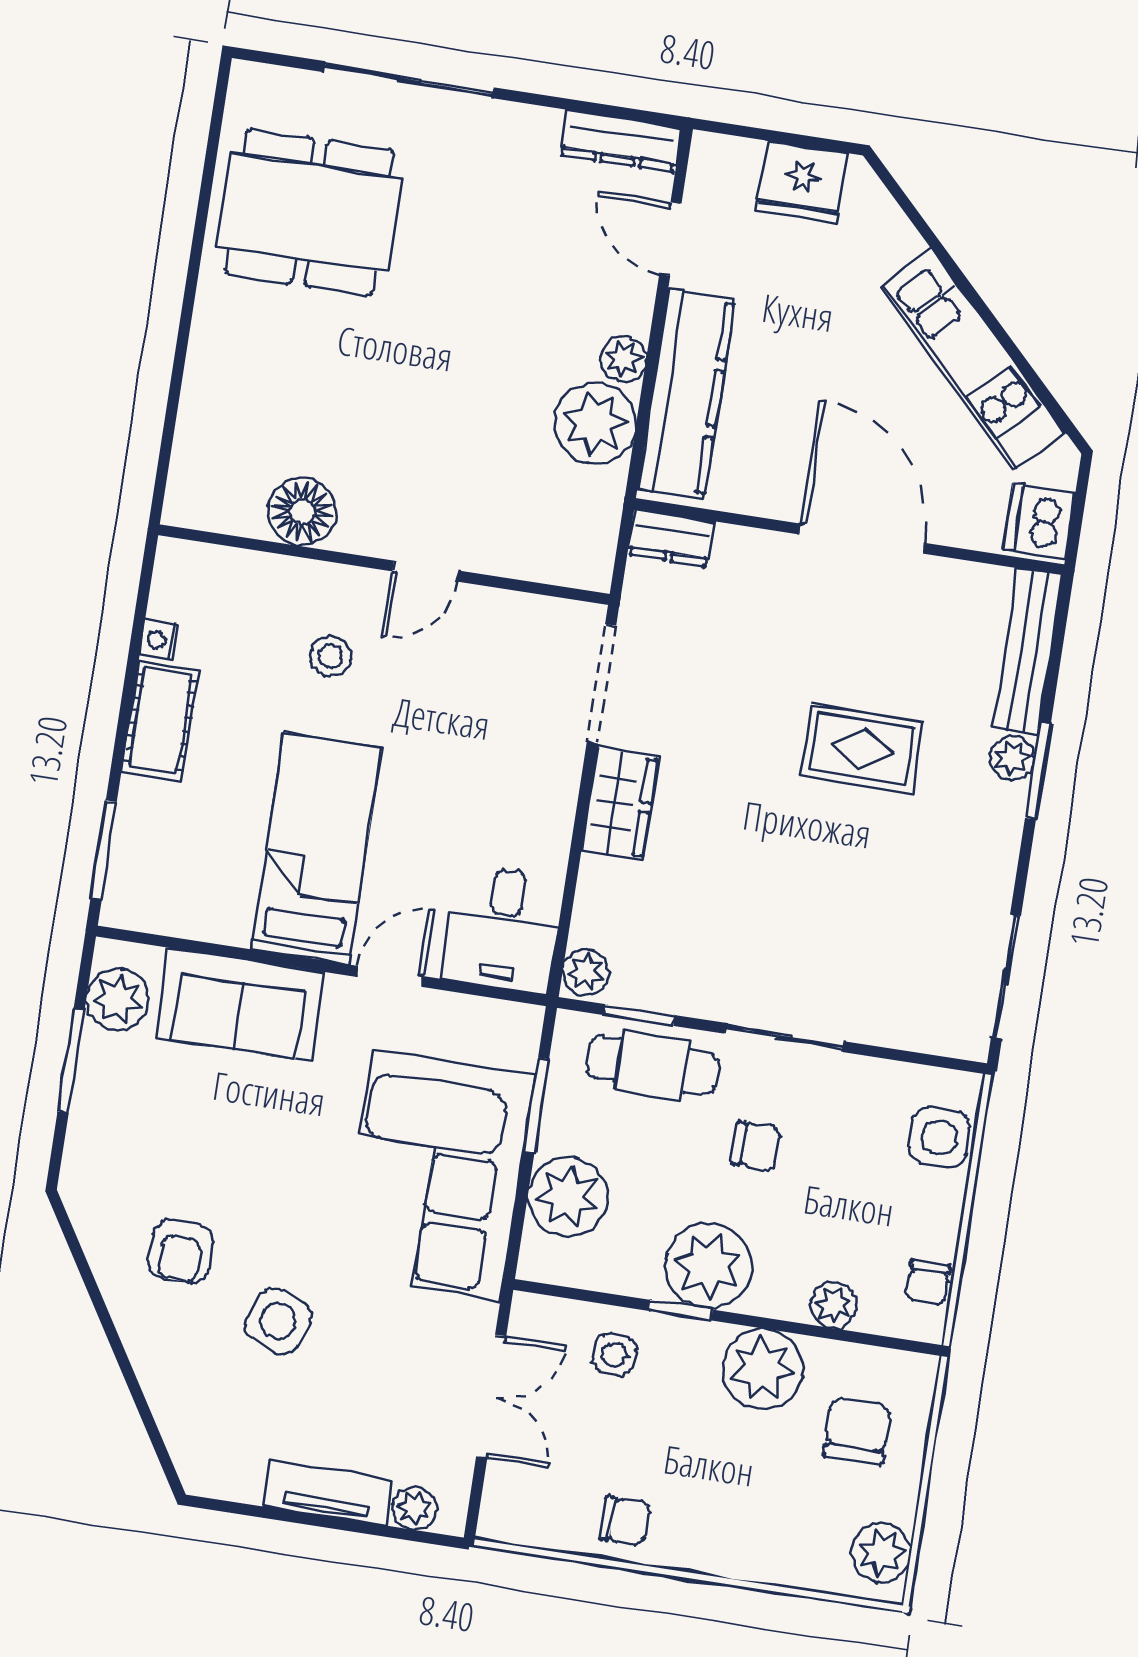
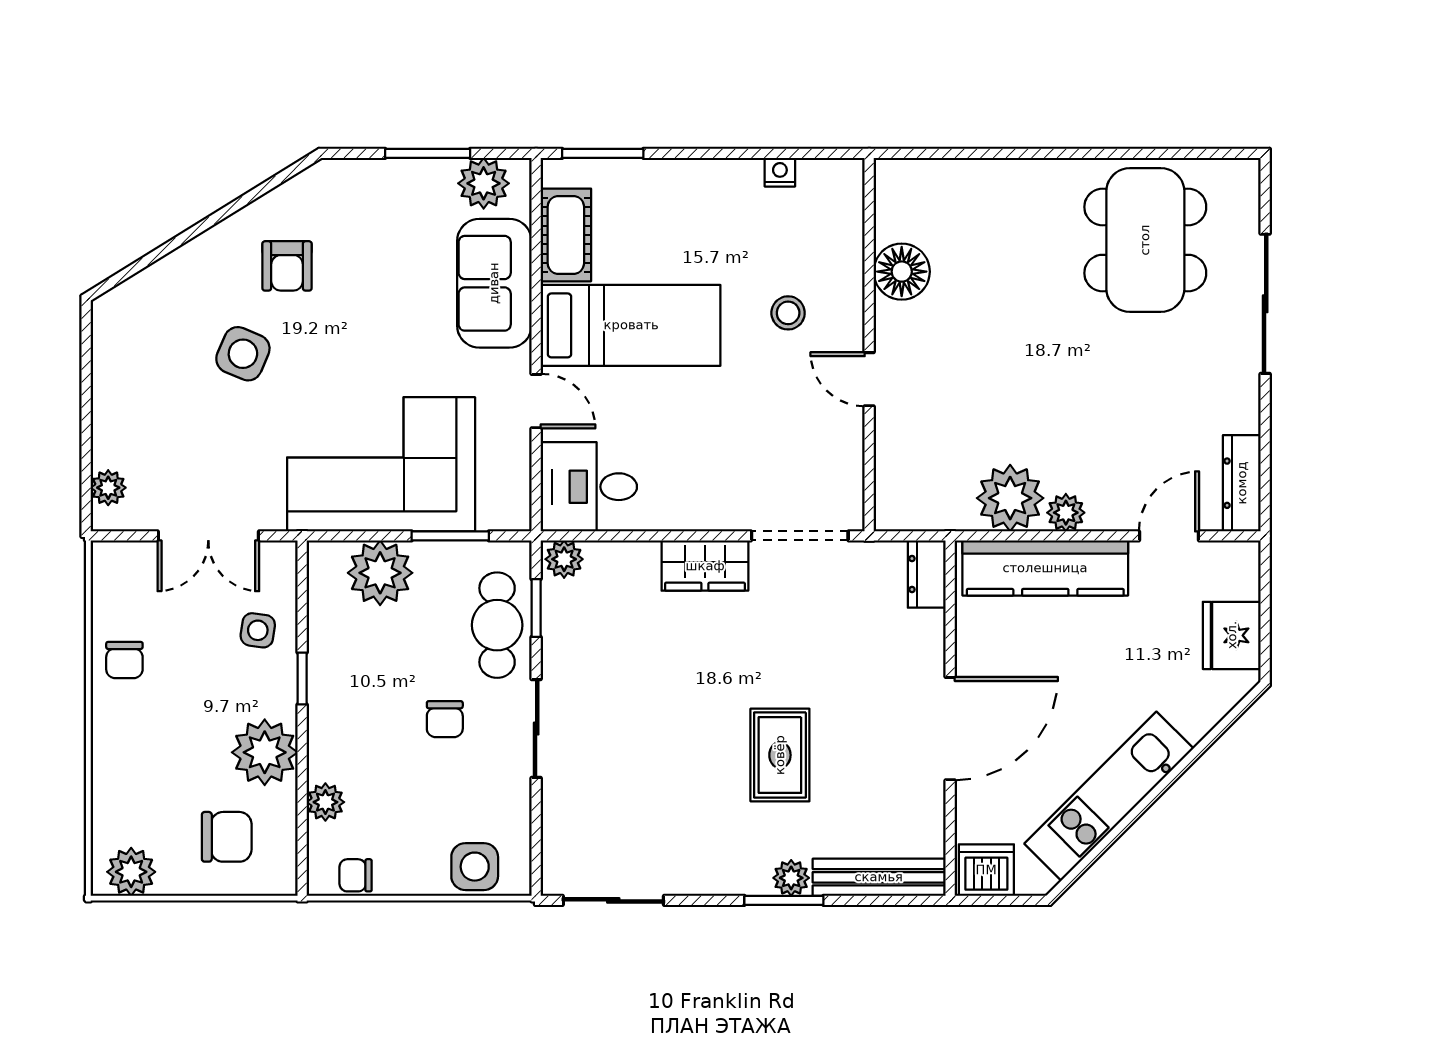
cot: (160, 721) -> (566, 235), moved, turned 90
armchair: (180, 1251) -> (287, 266), turned -90
plant: (708, 1266) -> (342, 696), removed
tv unit: (327, 1492) -> (110, 415), removed

